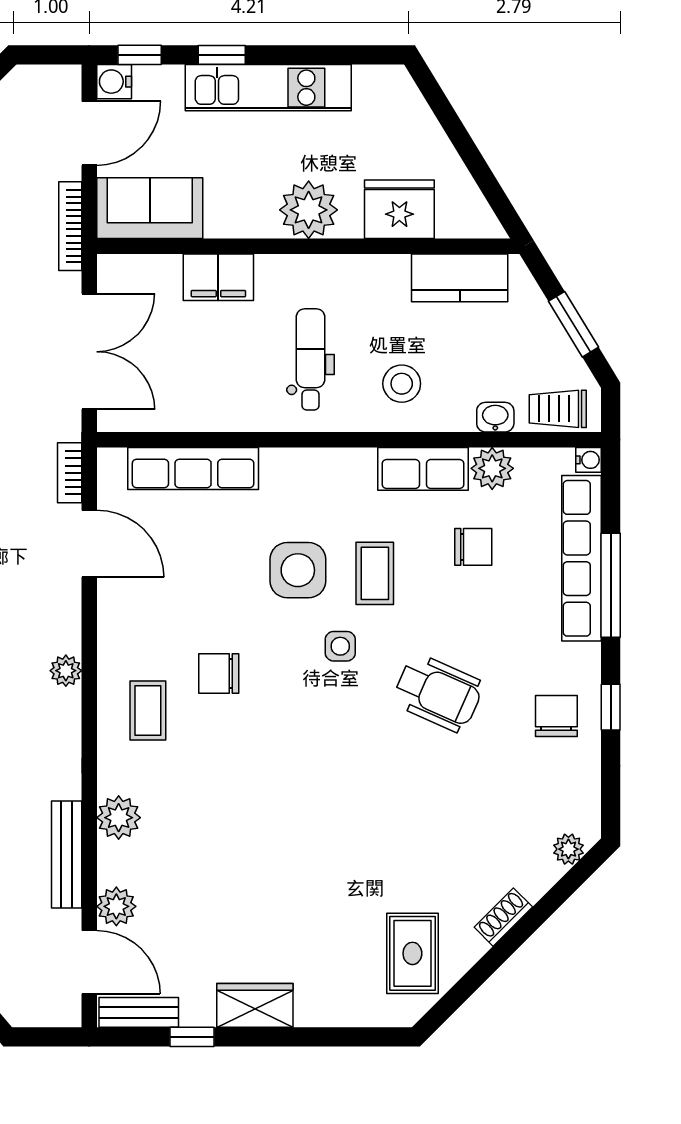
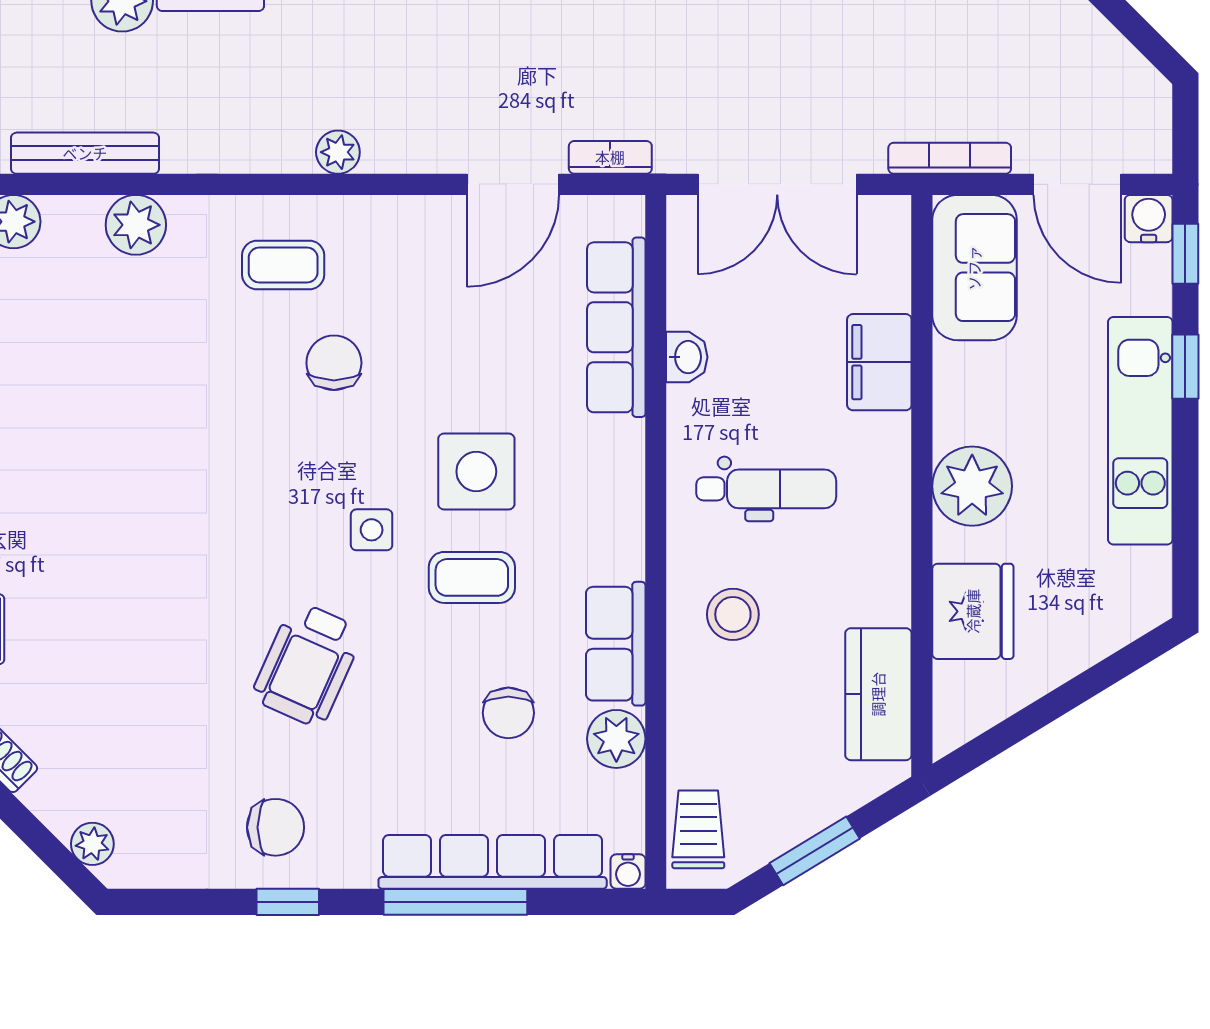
washbasin: (495, 417) -> (687, 357), moved

